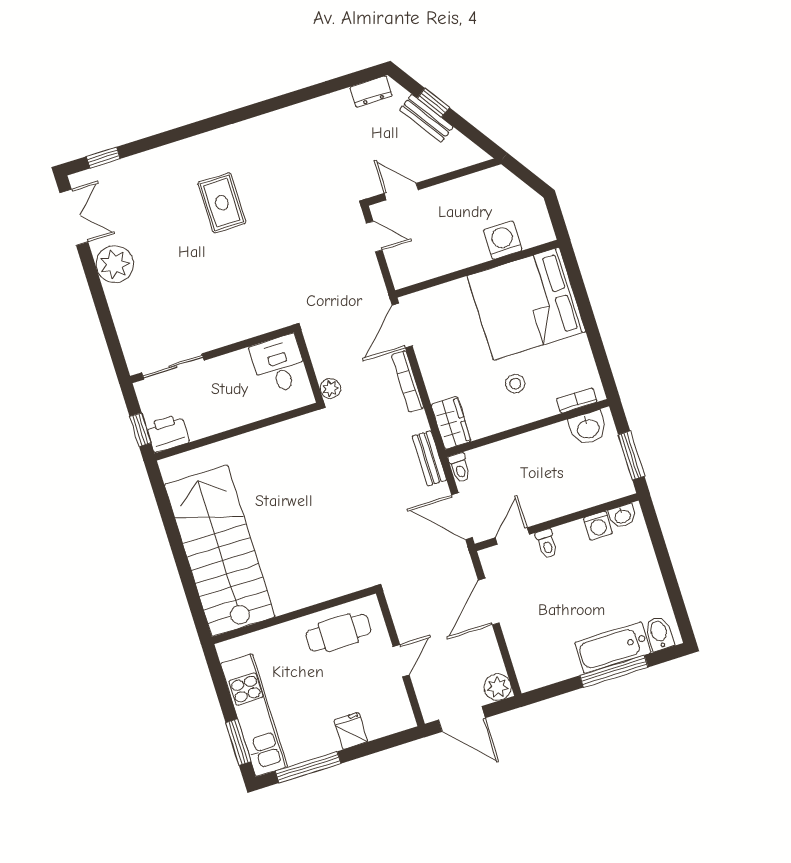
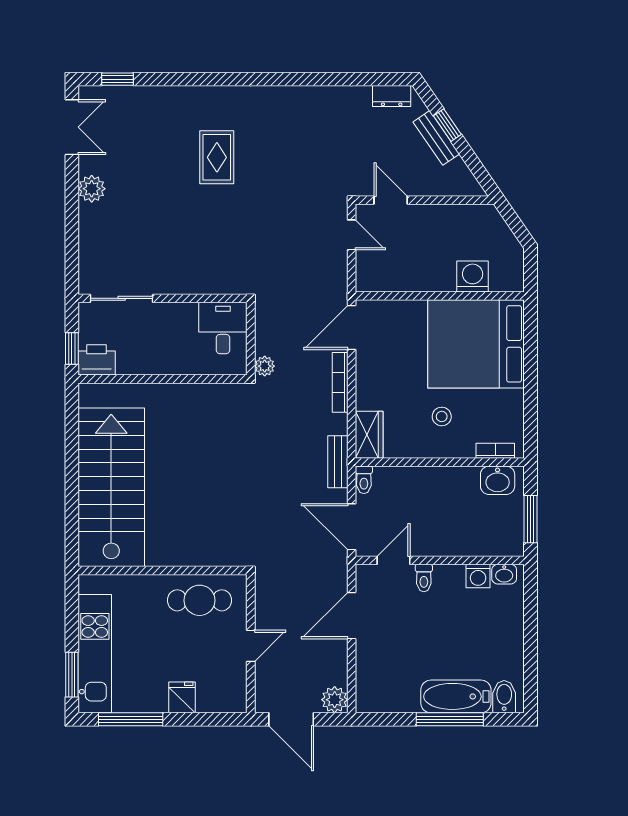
plant: (115, 264) -> (92, 189), width x0.73, depth x0.73

